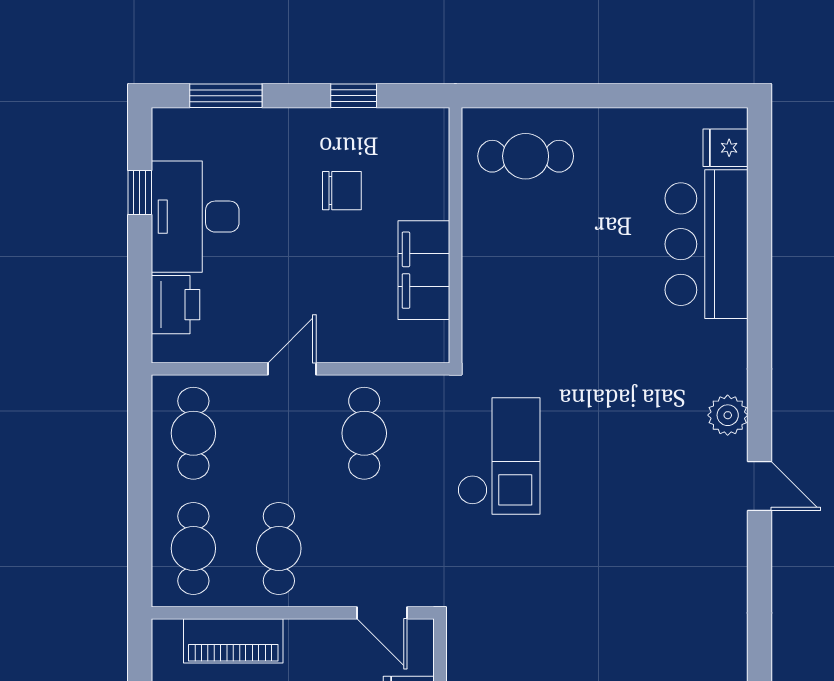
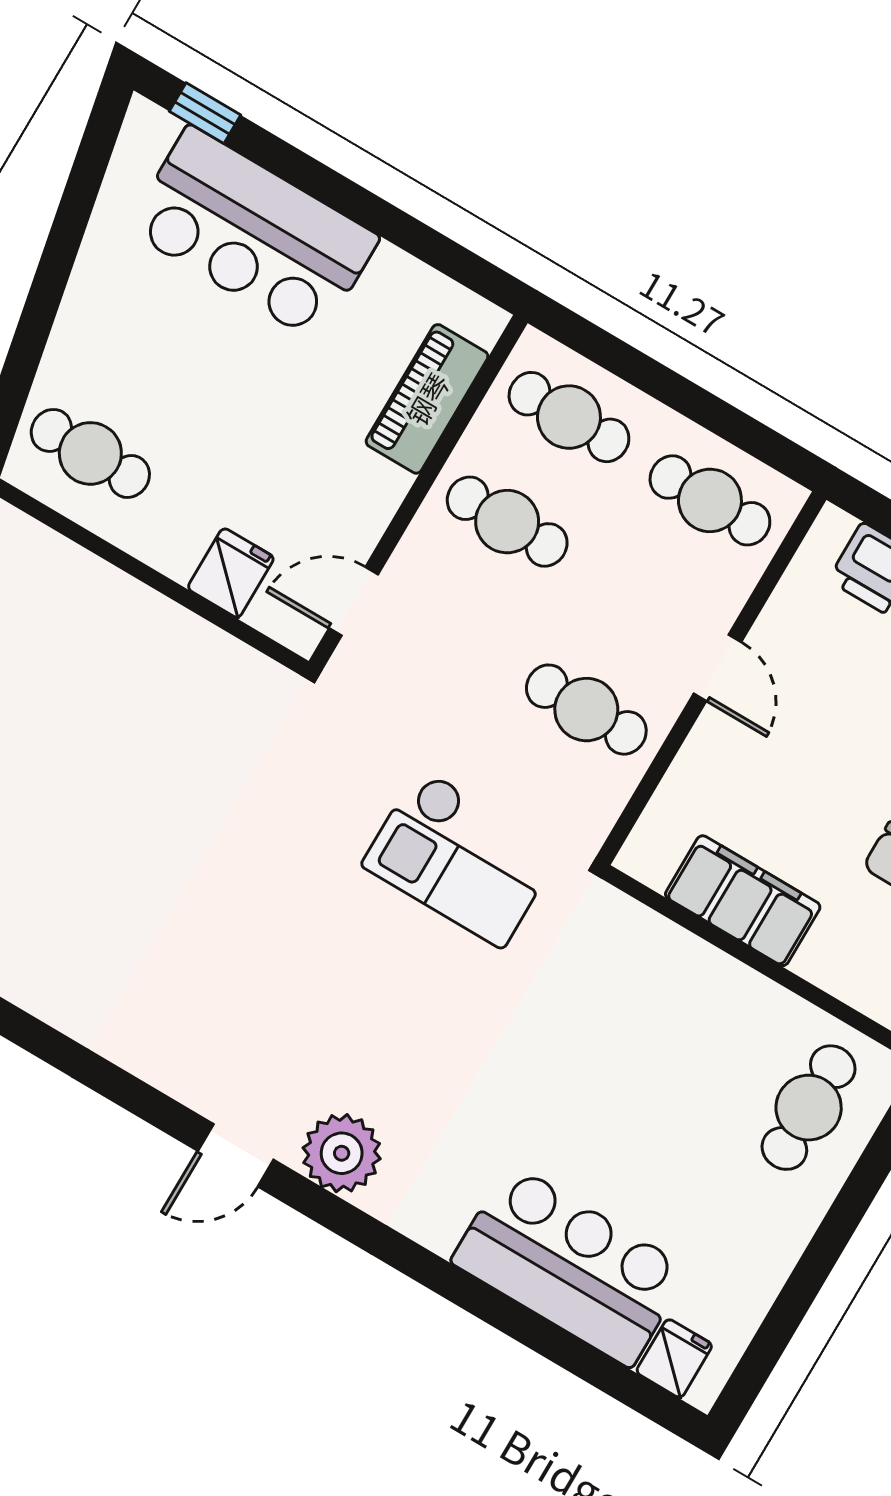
plant: (728, 415) -> (342, 1153), width x1.36, depth x1.36

